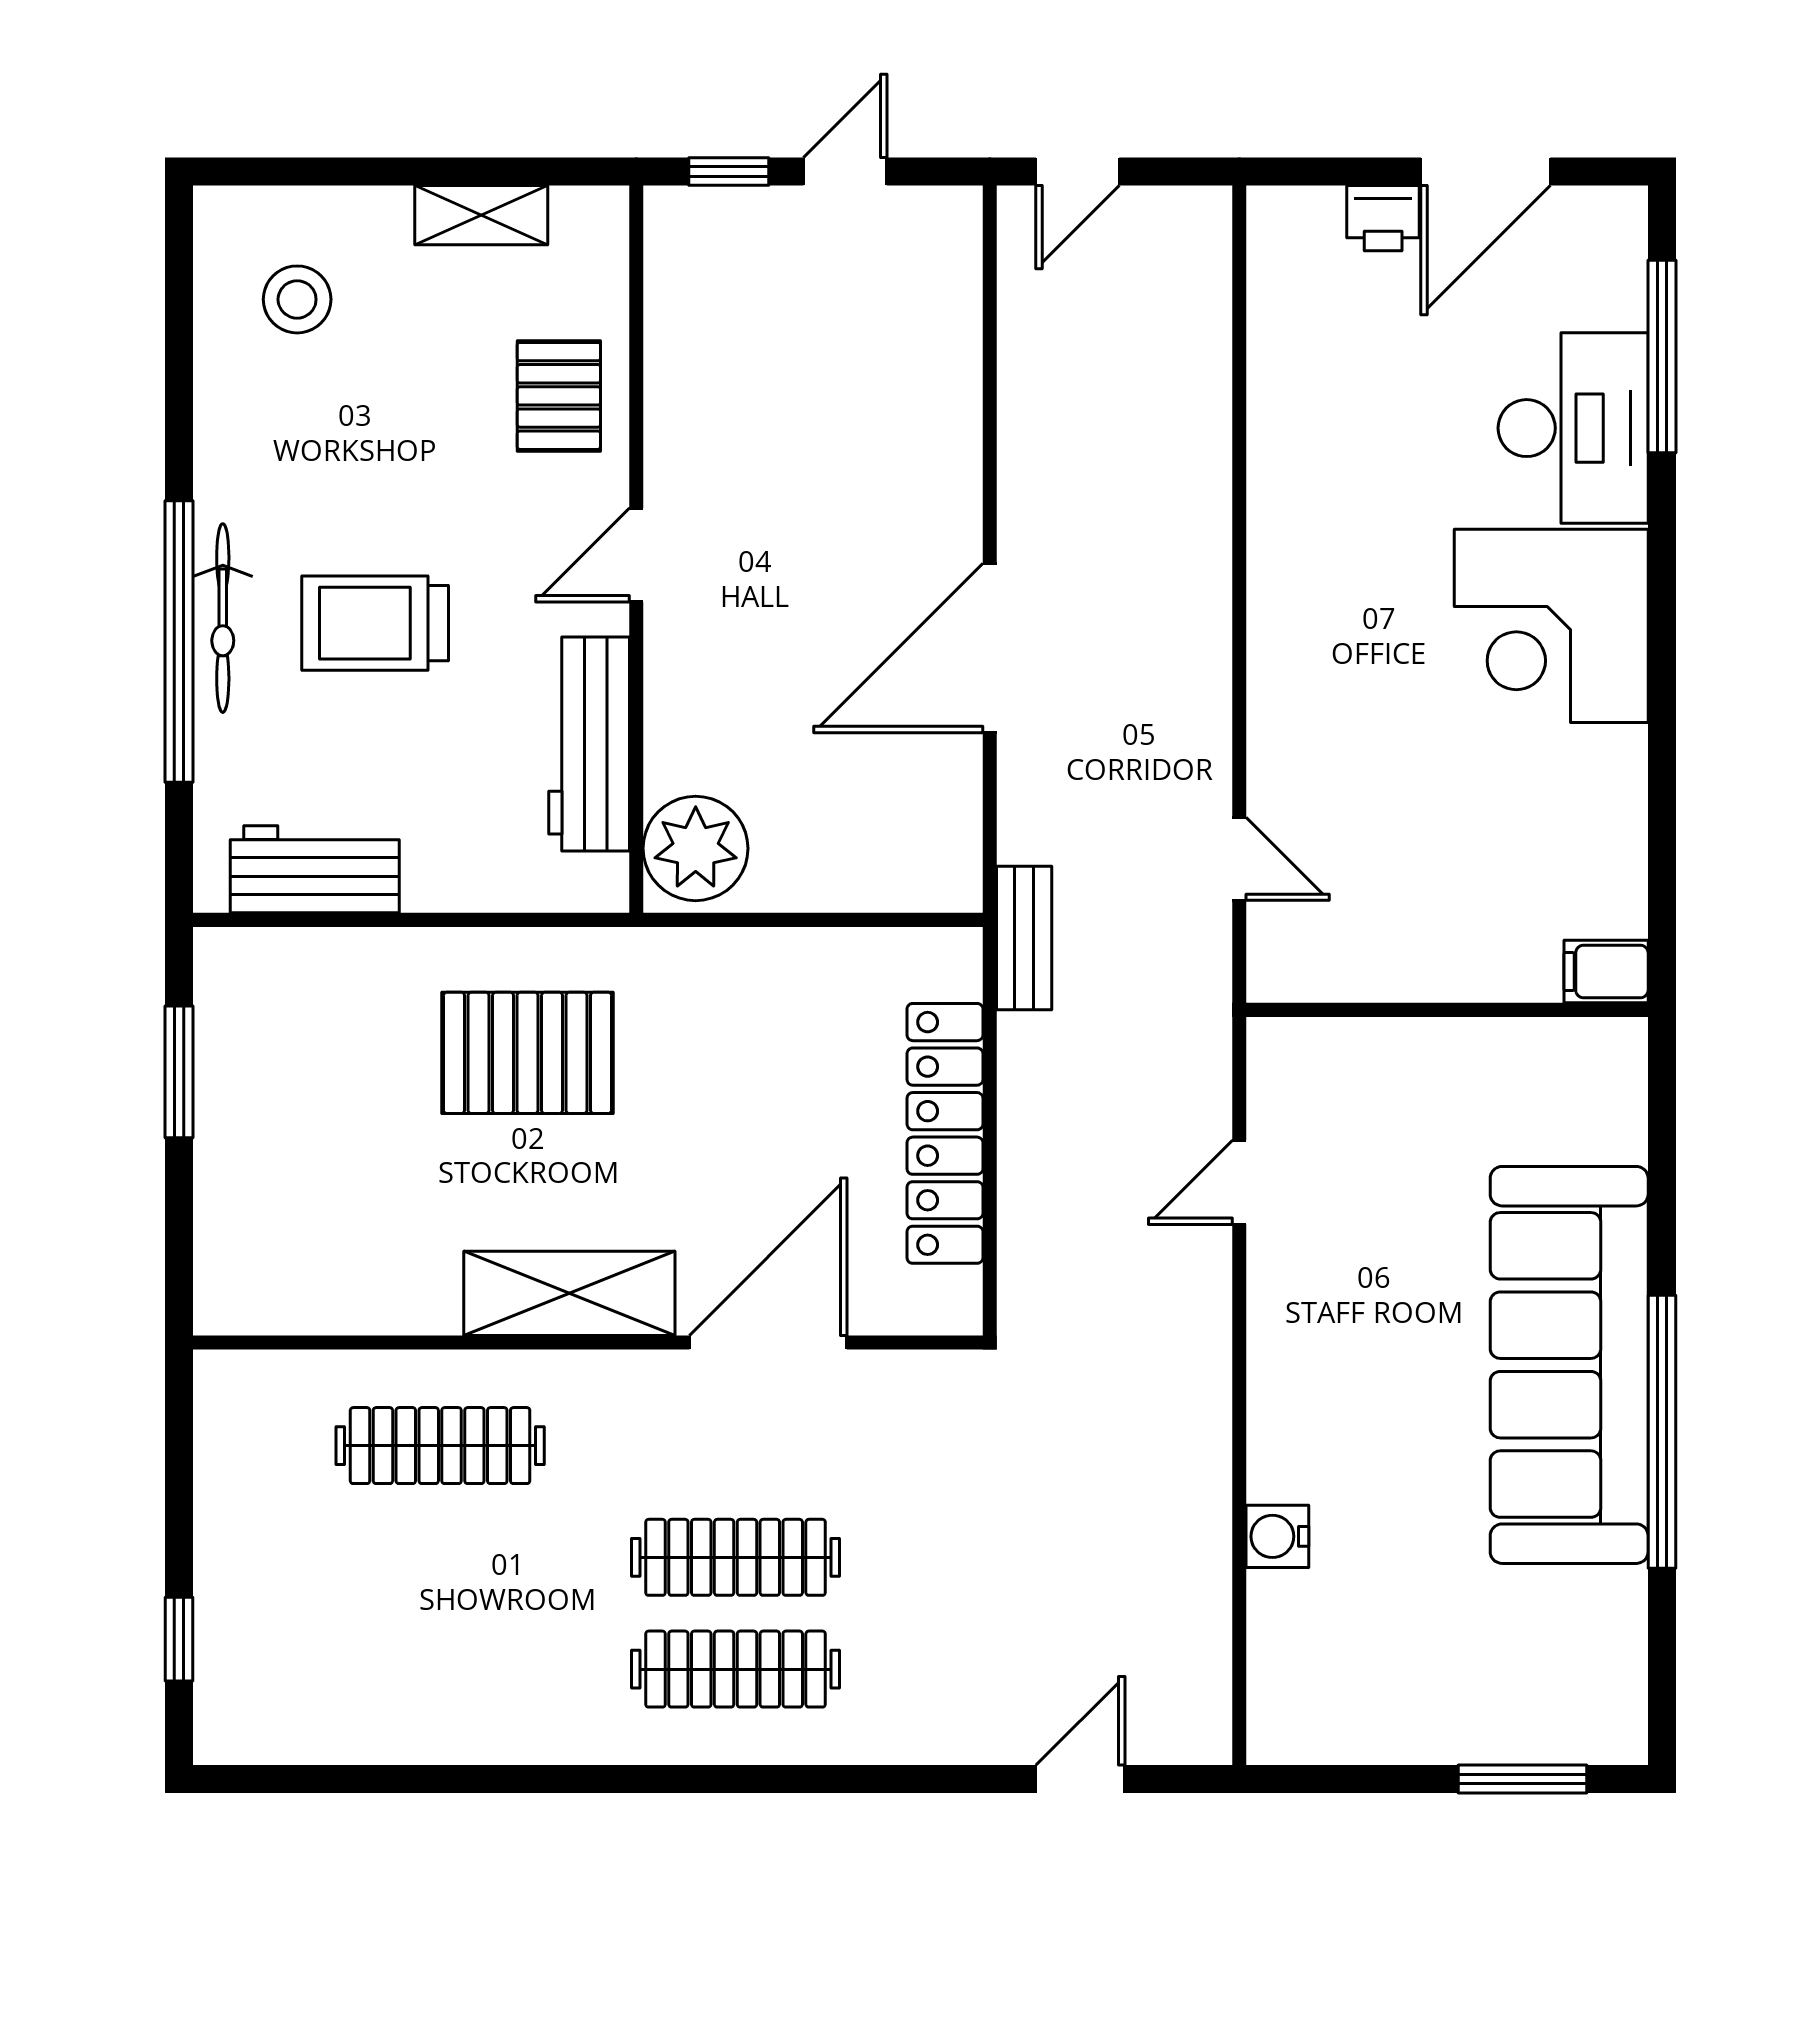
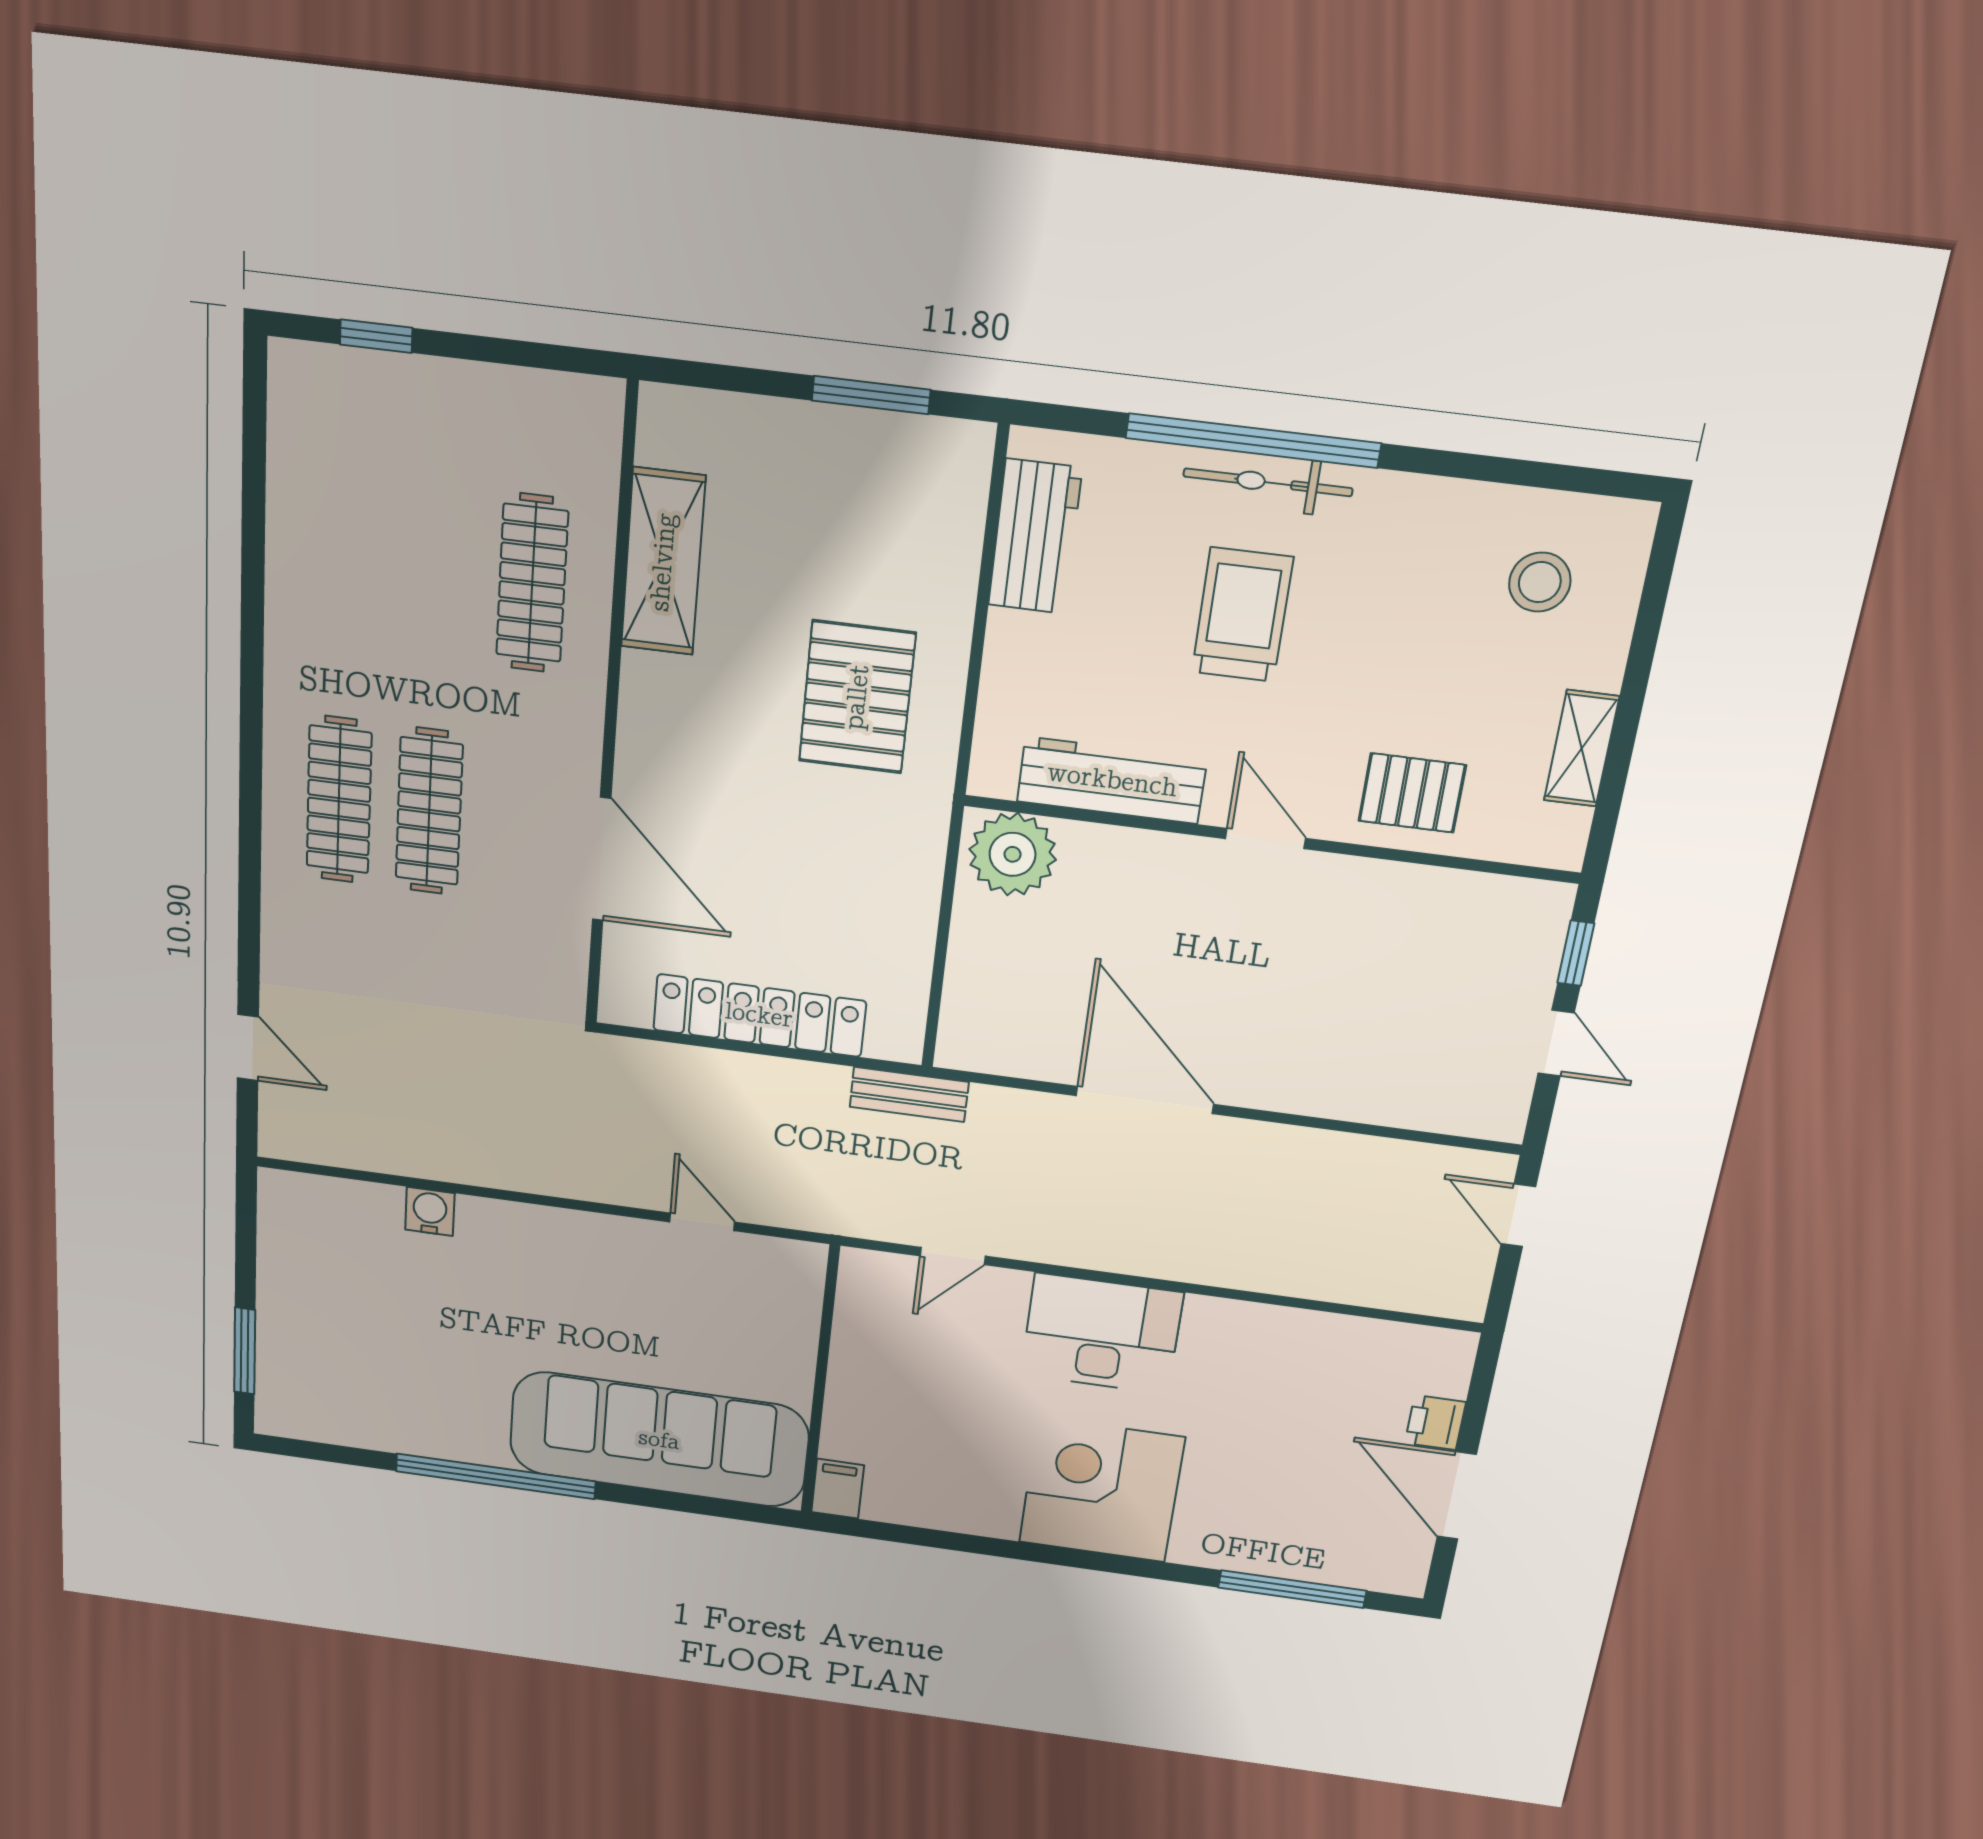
desk: (1573, 428) -> (1102, 1334), moved, turned 180
shelving: (569, 1293) -> (663, 562), moved
sofa: (1569, 1365) -> (659, 1440), moved

